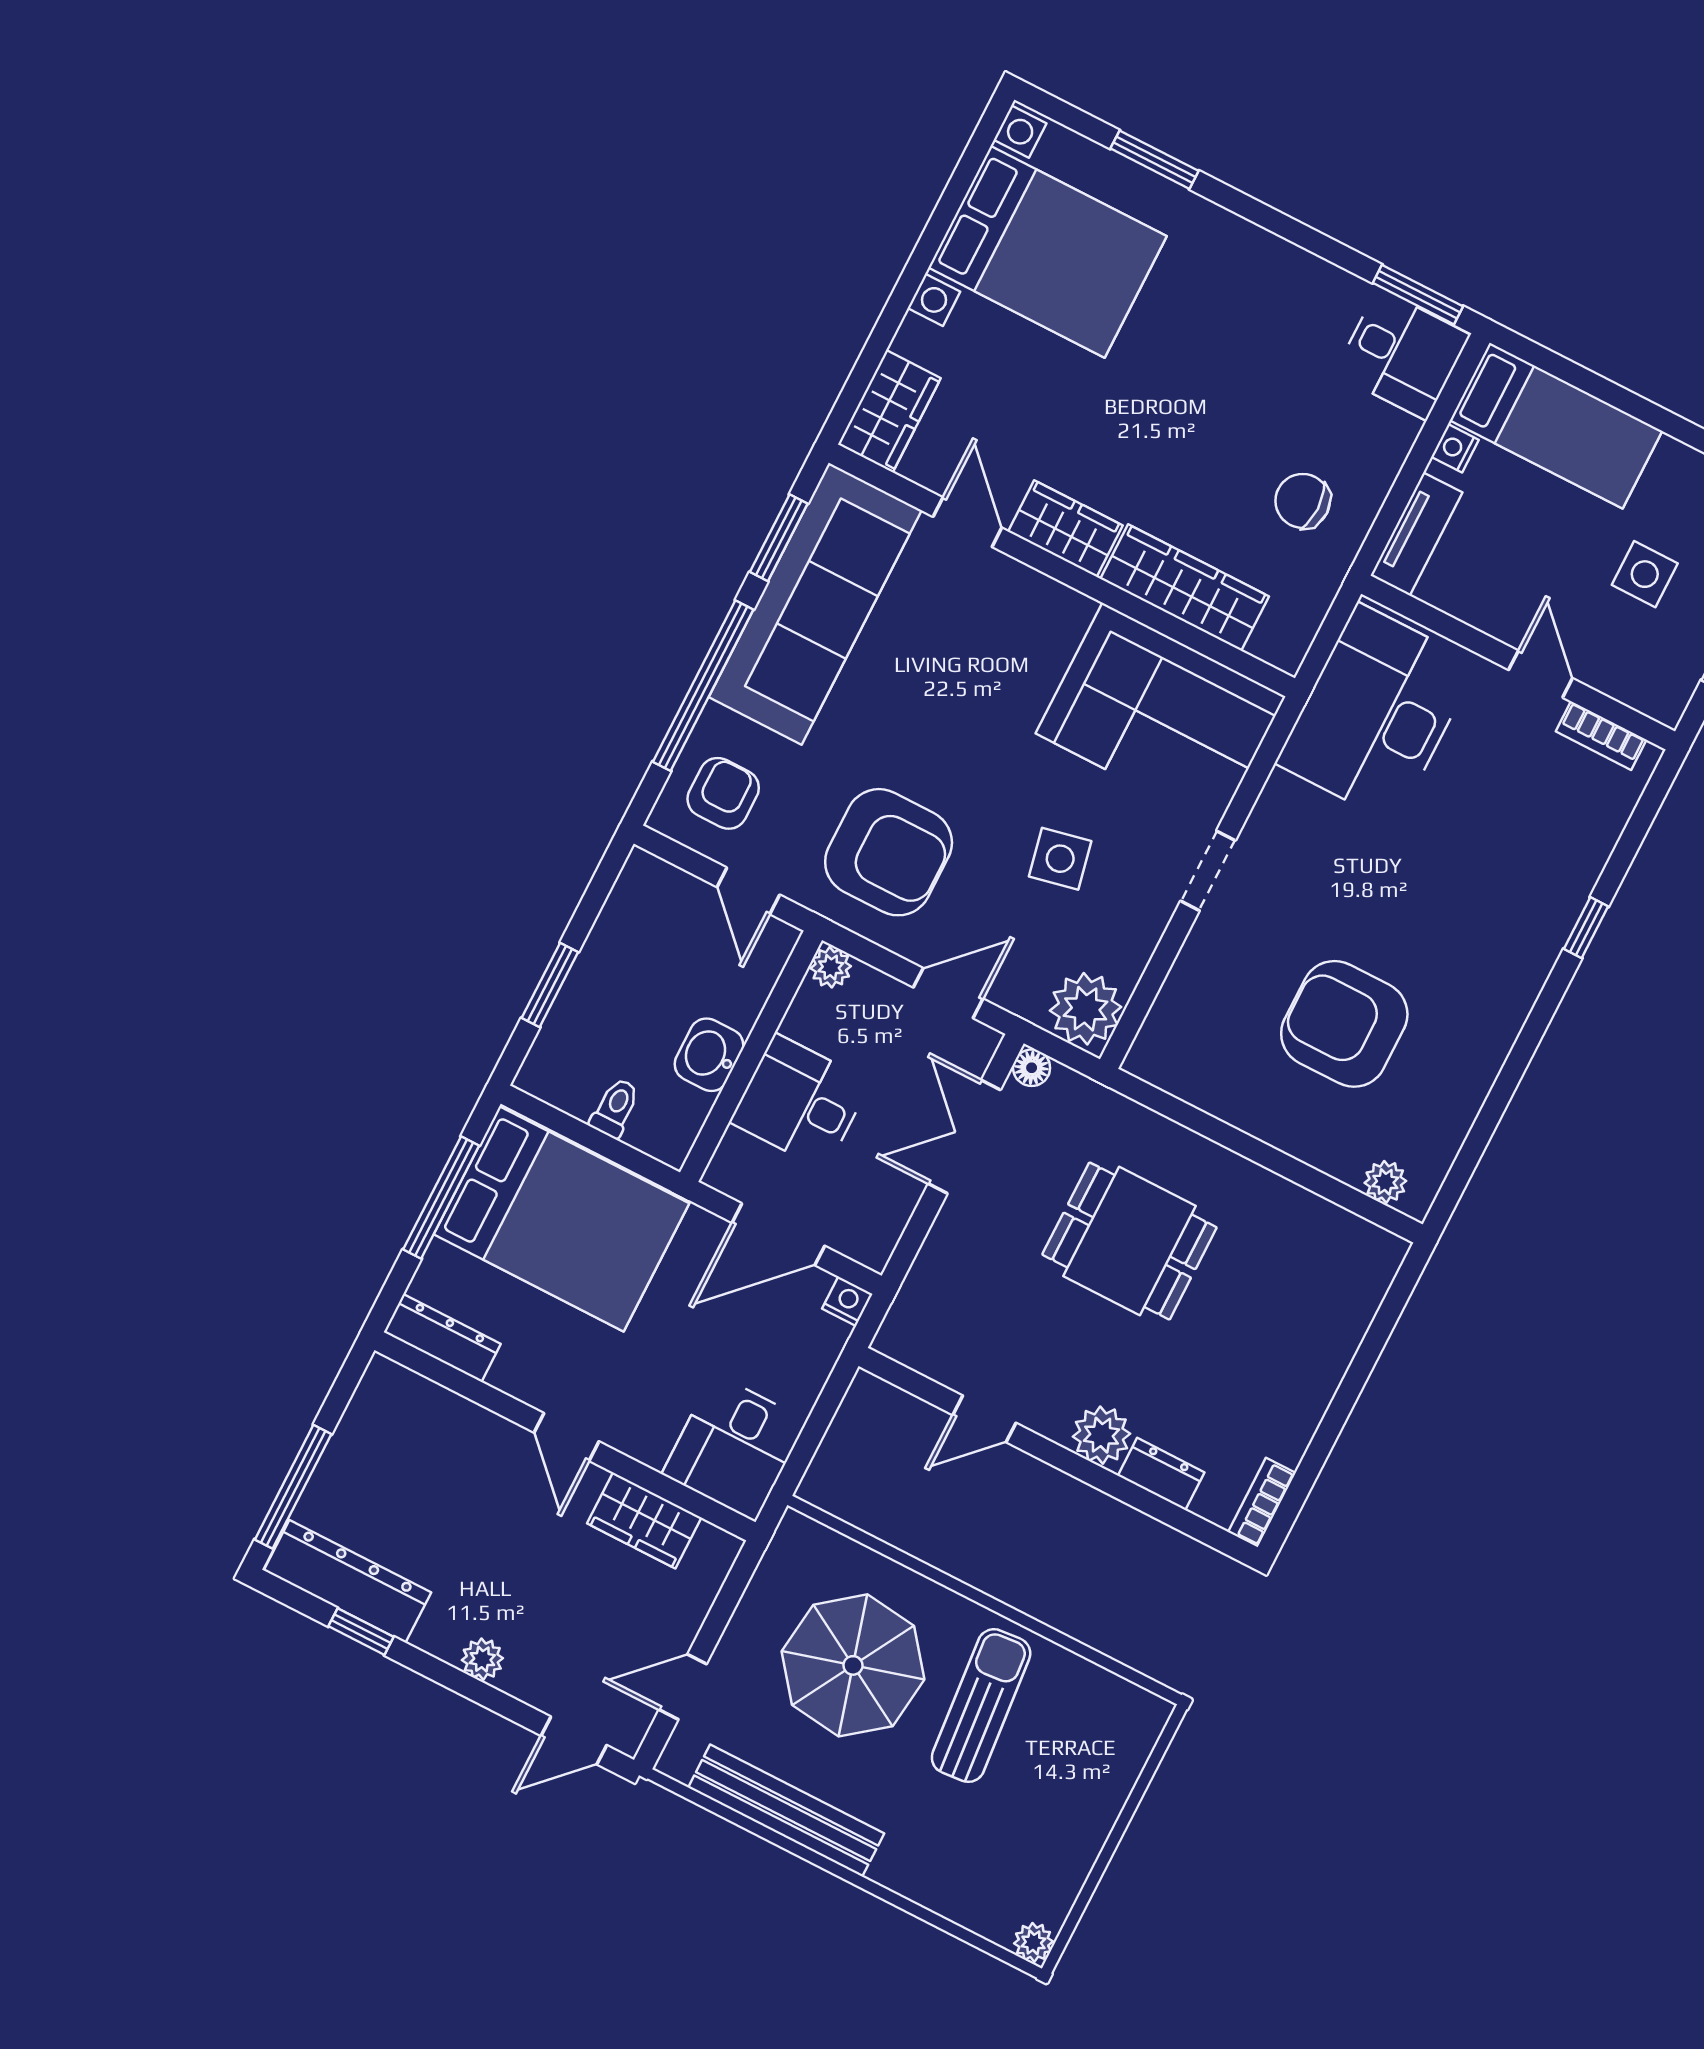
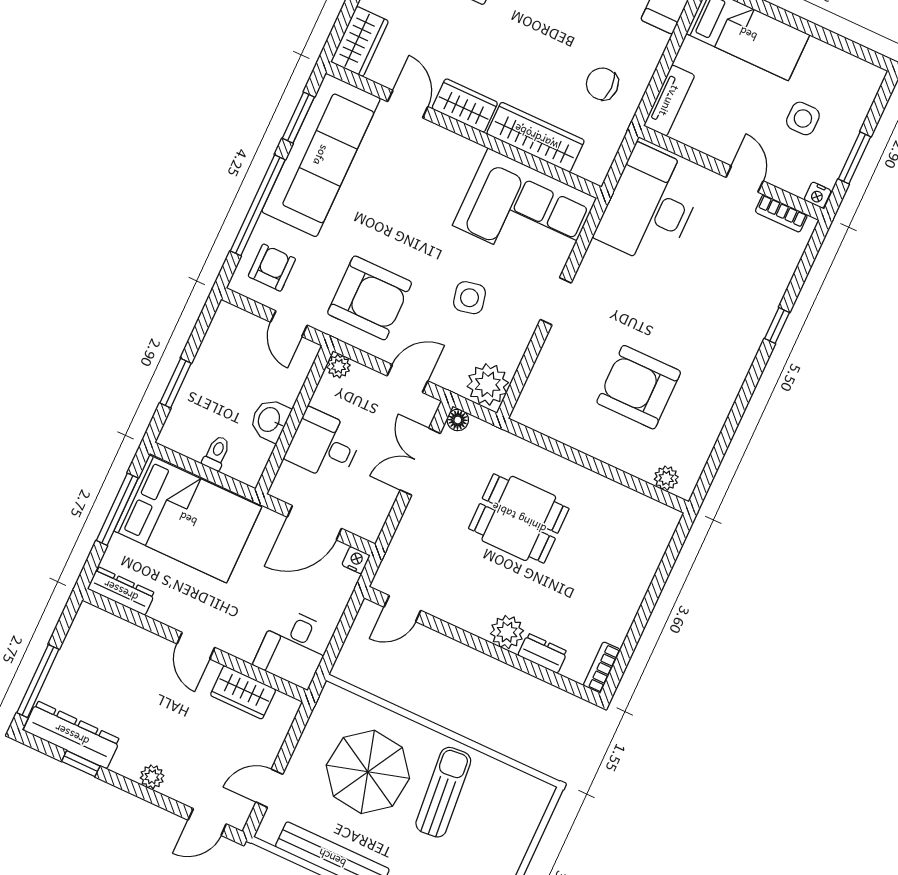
nightstand: (1455, 448) -> (818, 195), moved, turned -90
door: (984, 1419) -> (402, 609), moved

